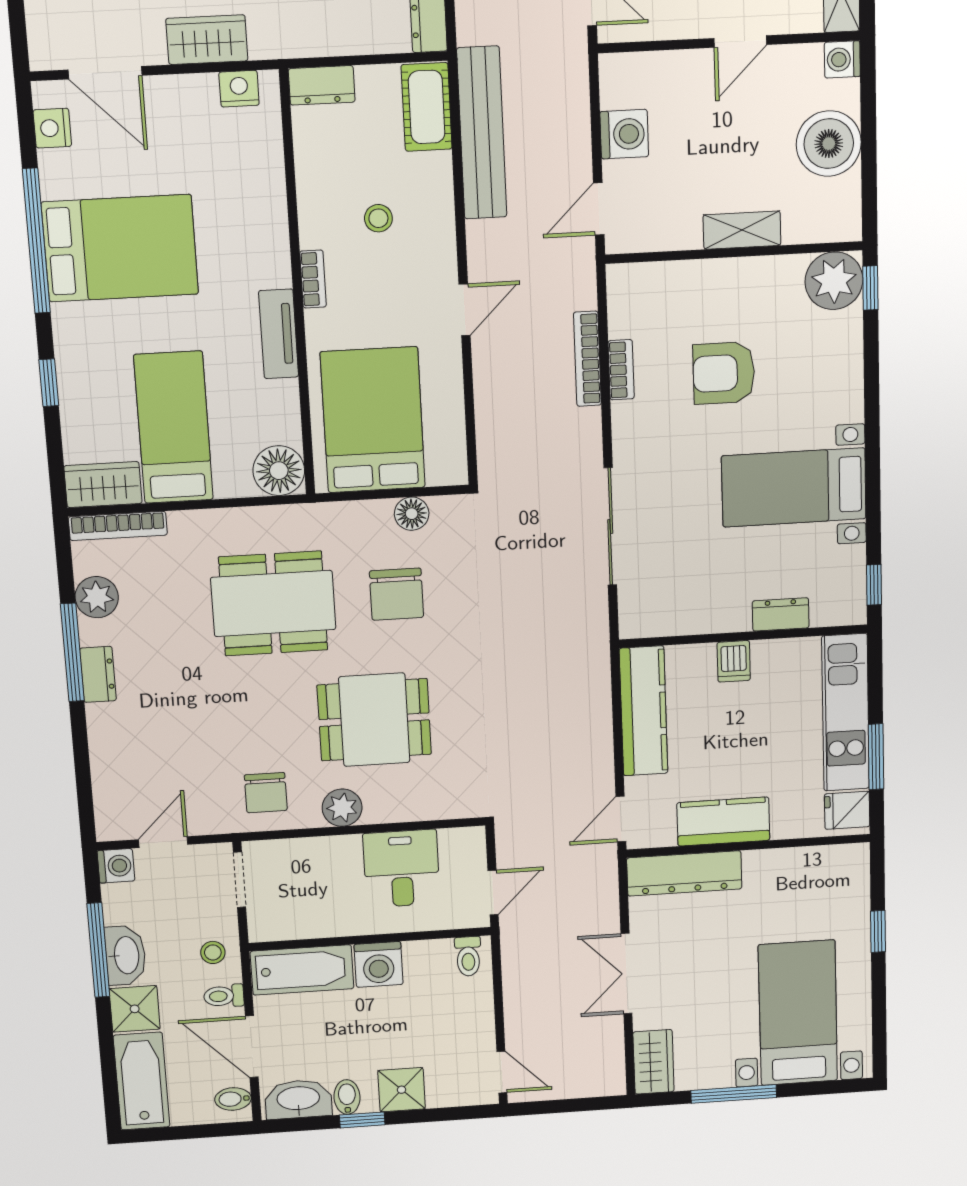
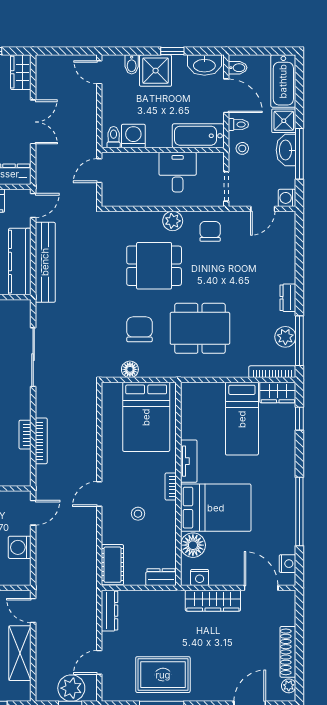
wardrobe: (207, 40) -> (213, 601), width x1.50
bench: (482, 133) -> (45, 262), moved
bed: (120, 248) -> (216, 508), moved, turned 180
door: (465, 310) -> (99, 494), moved
window: (49, 383) -> (299, 419), moved
floor lamp: (279, 471) -> (193, 545), moved
window: (72, 652) -> (299, 341), moved
desk: (401, 869) -> (178, 172), moved, turned 180
washing machine: (379, 964) -> (133, 136), moved
shower: (402, 1090) -> (156, 71), width x1.36, depth x1.36
bidet: (347, 1097) -> (132, 64), moved

